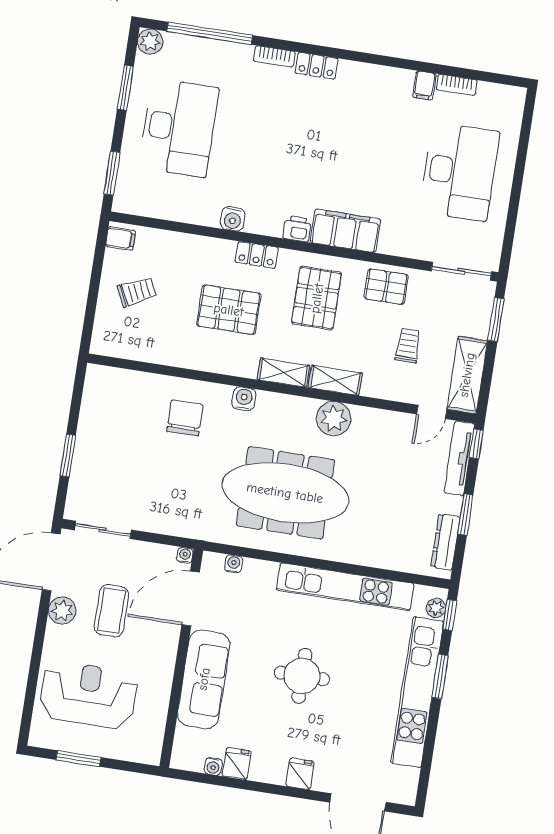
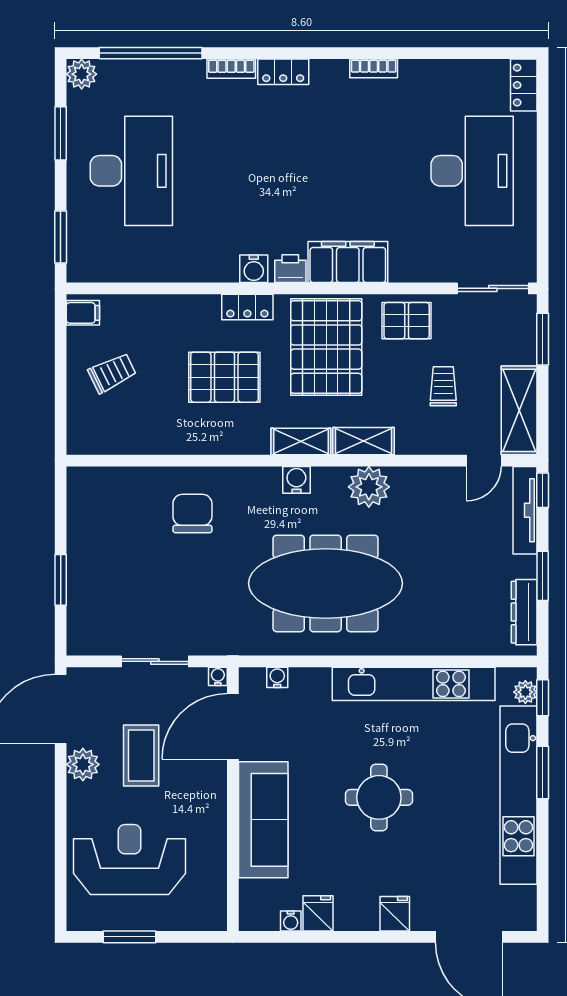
filing cabinet: (424, 85) -> (415, 75), removed
bookcase: (457, 85) -> (374, 68), moved
locker: (513, 108) -> (524, 85), added
water cooler: (233, 219) -> (254, 269), moved
pallet: (317, 298) -> (326, 347), width x1.37, depth x1.41
water cooler: (244, 399) -> (296, 480), moved
sliding door: (103, 530) -> (155, 661), moved

